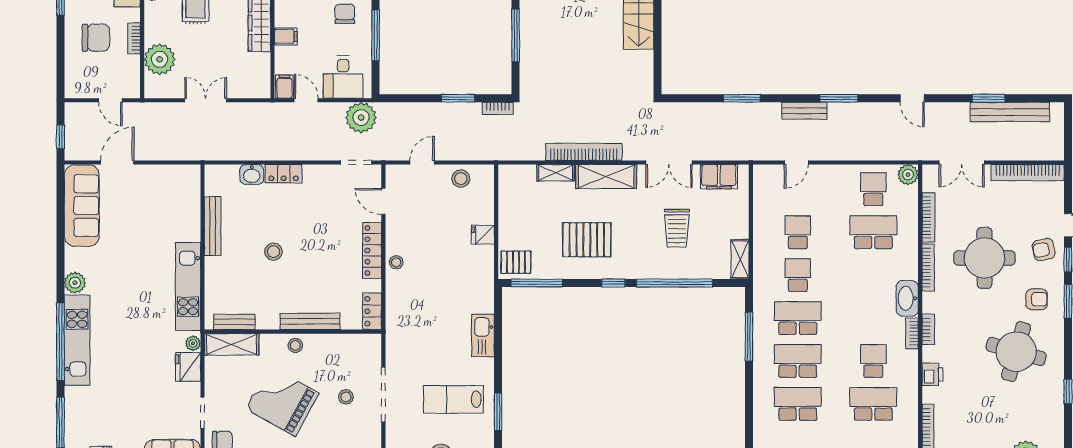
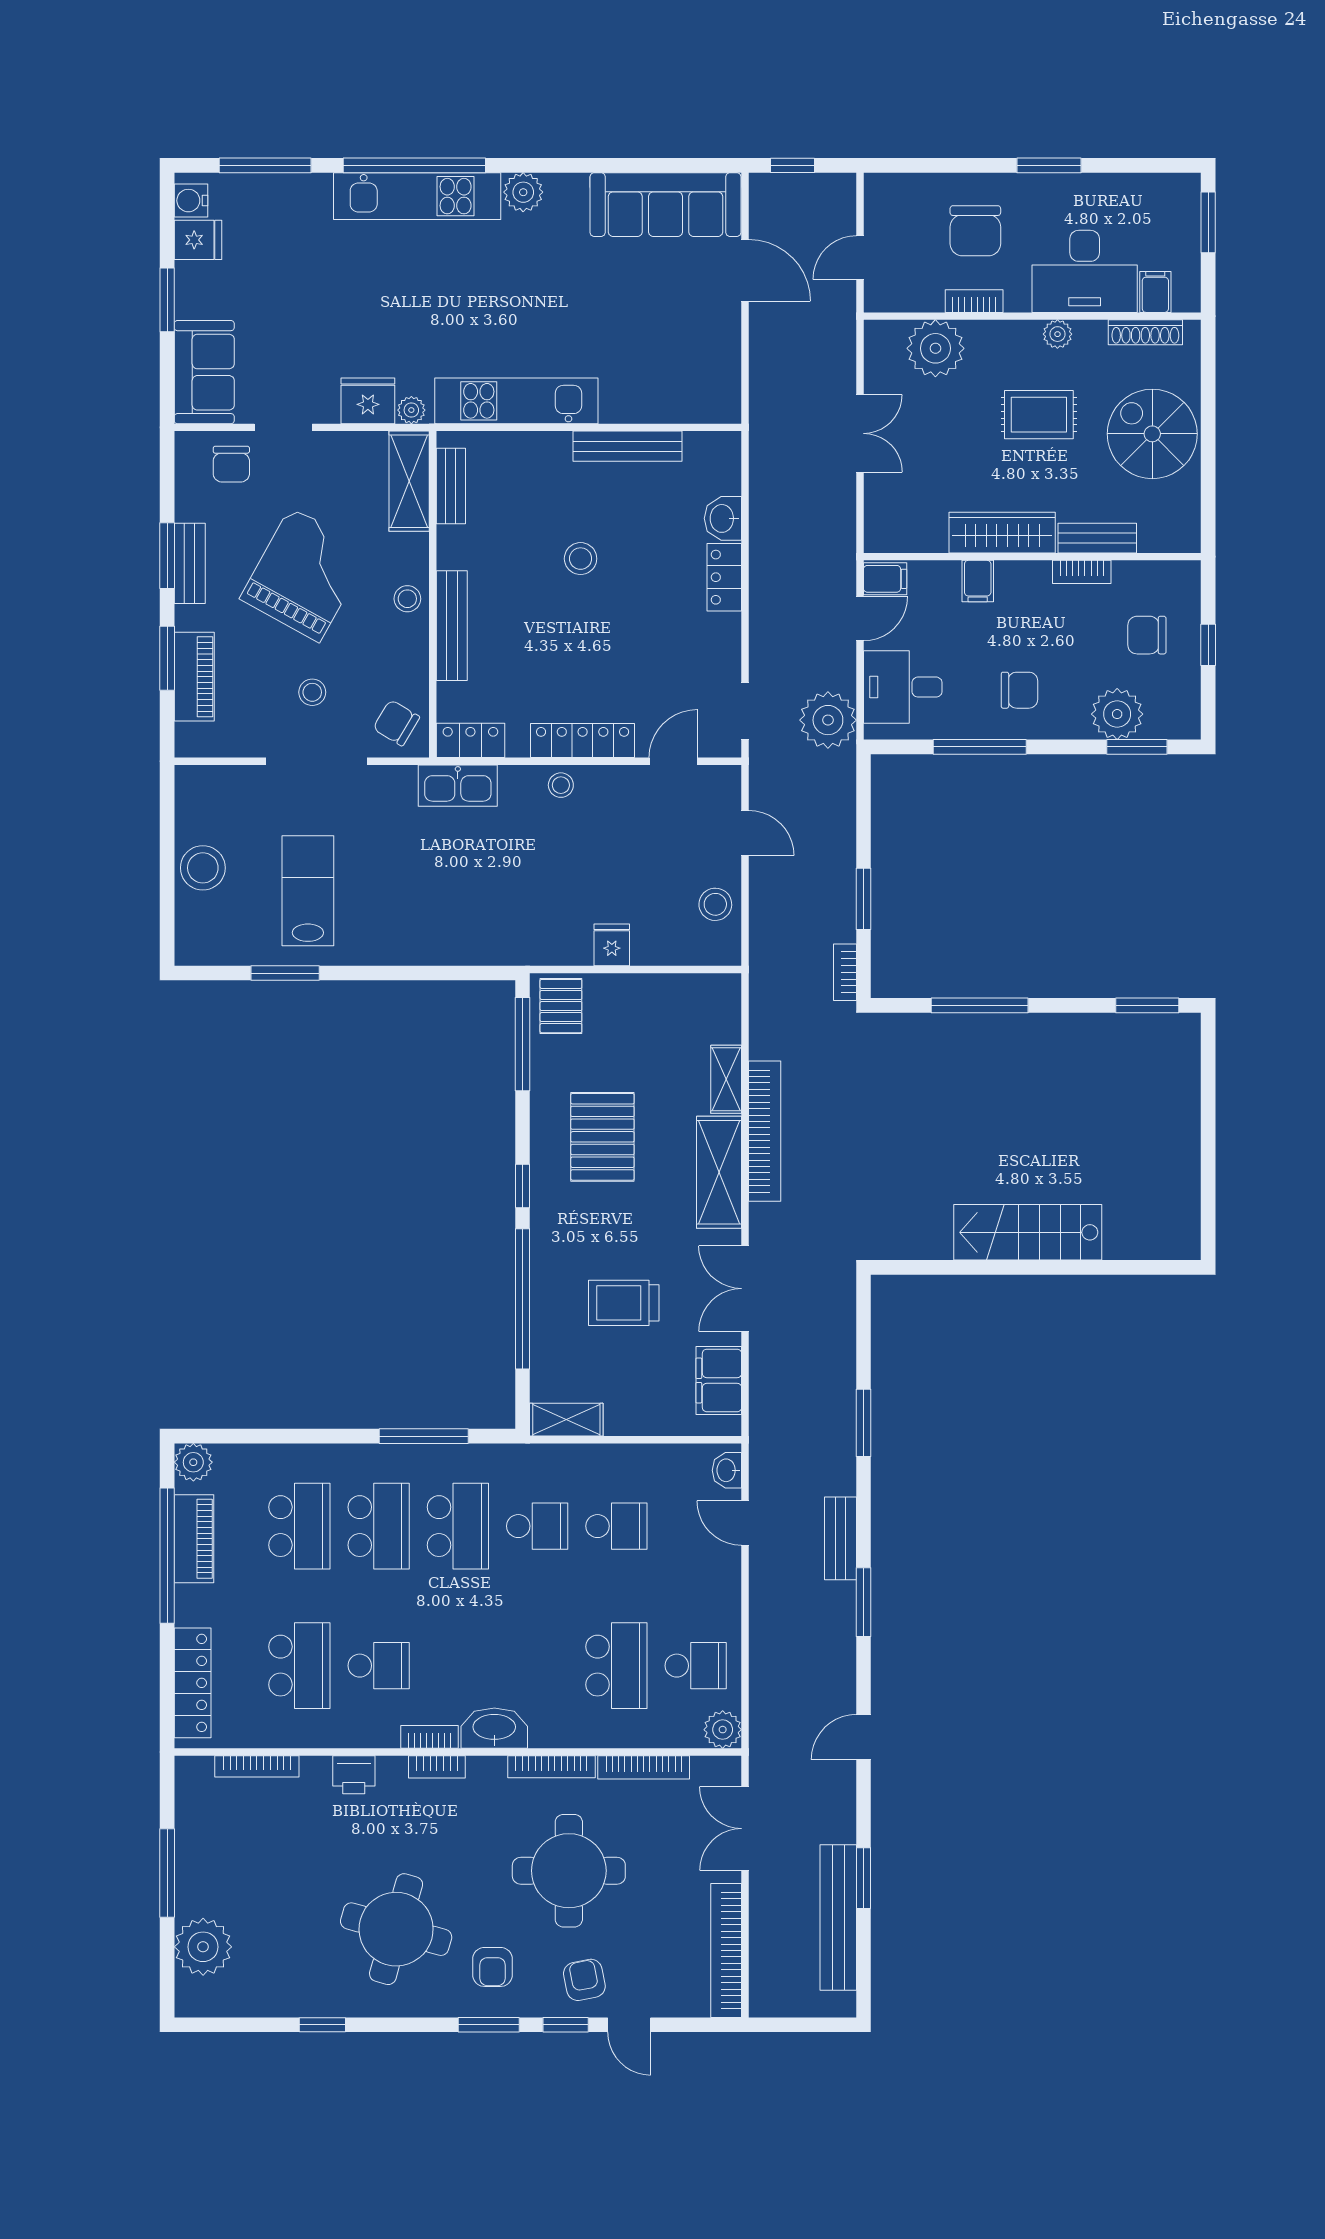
washbasin: (768, 172) -> (727, 1470), added
kitchen sink: (483, 335) -> (458, 786), moved, turned 180
chair: (362, 351) -> (396, 723), added

